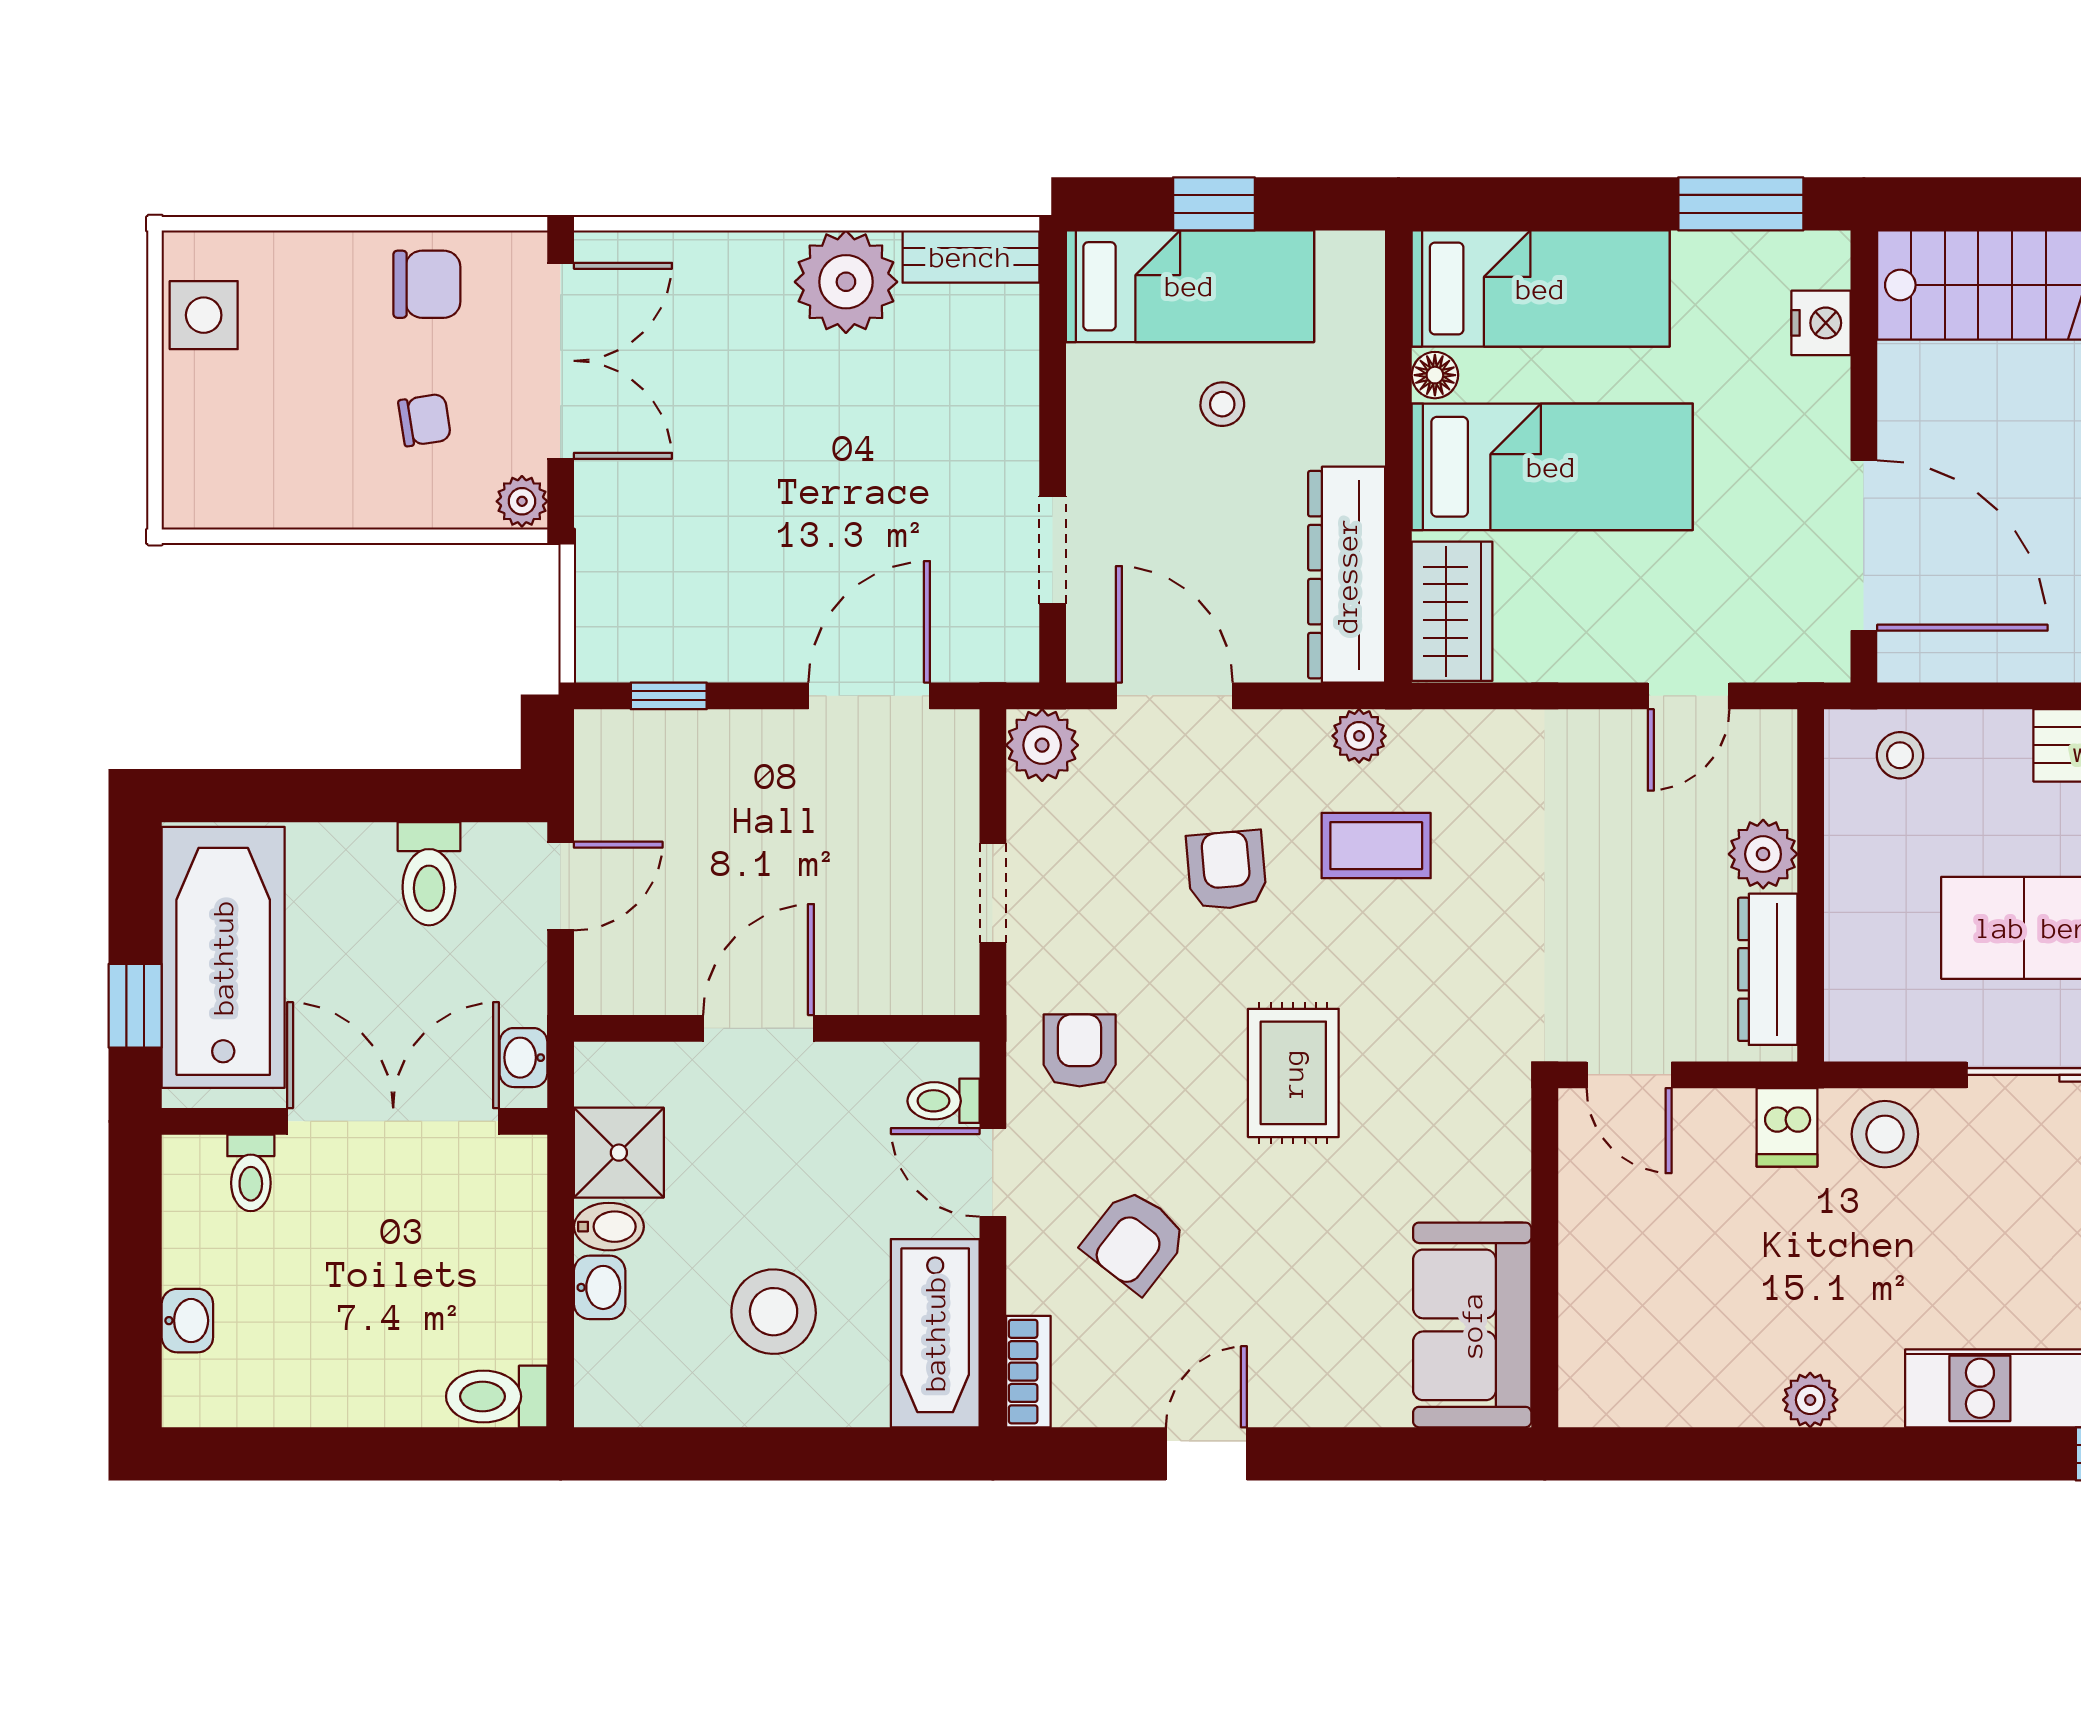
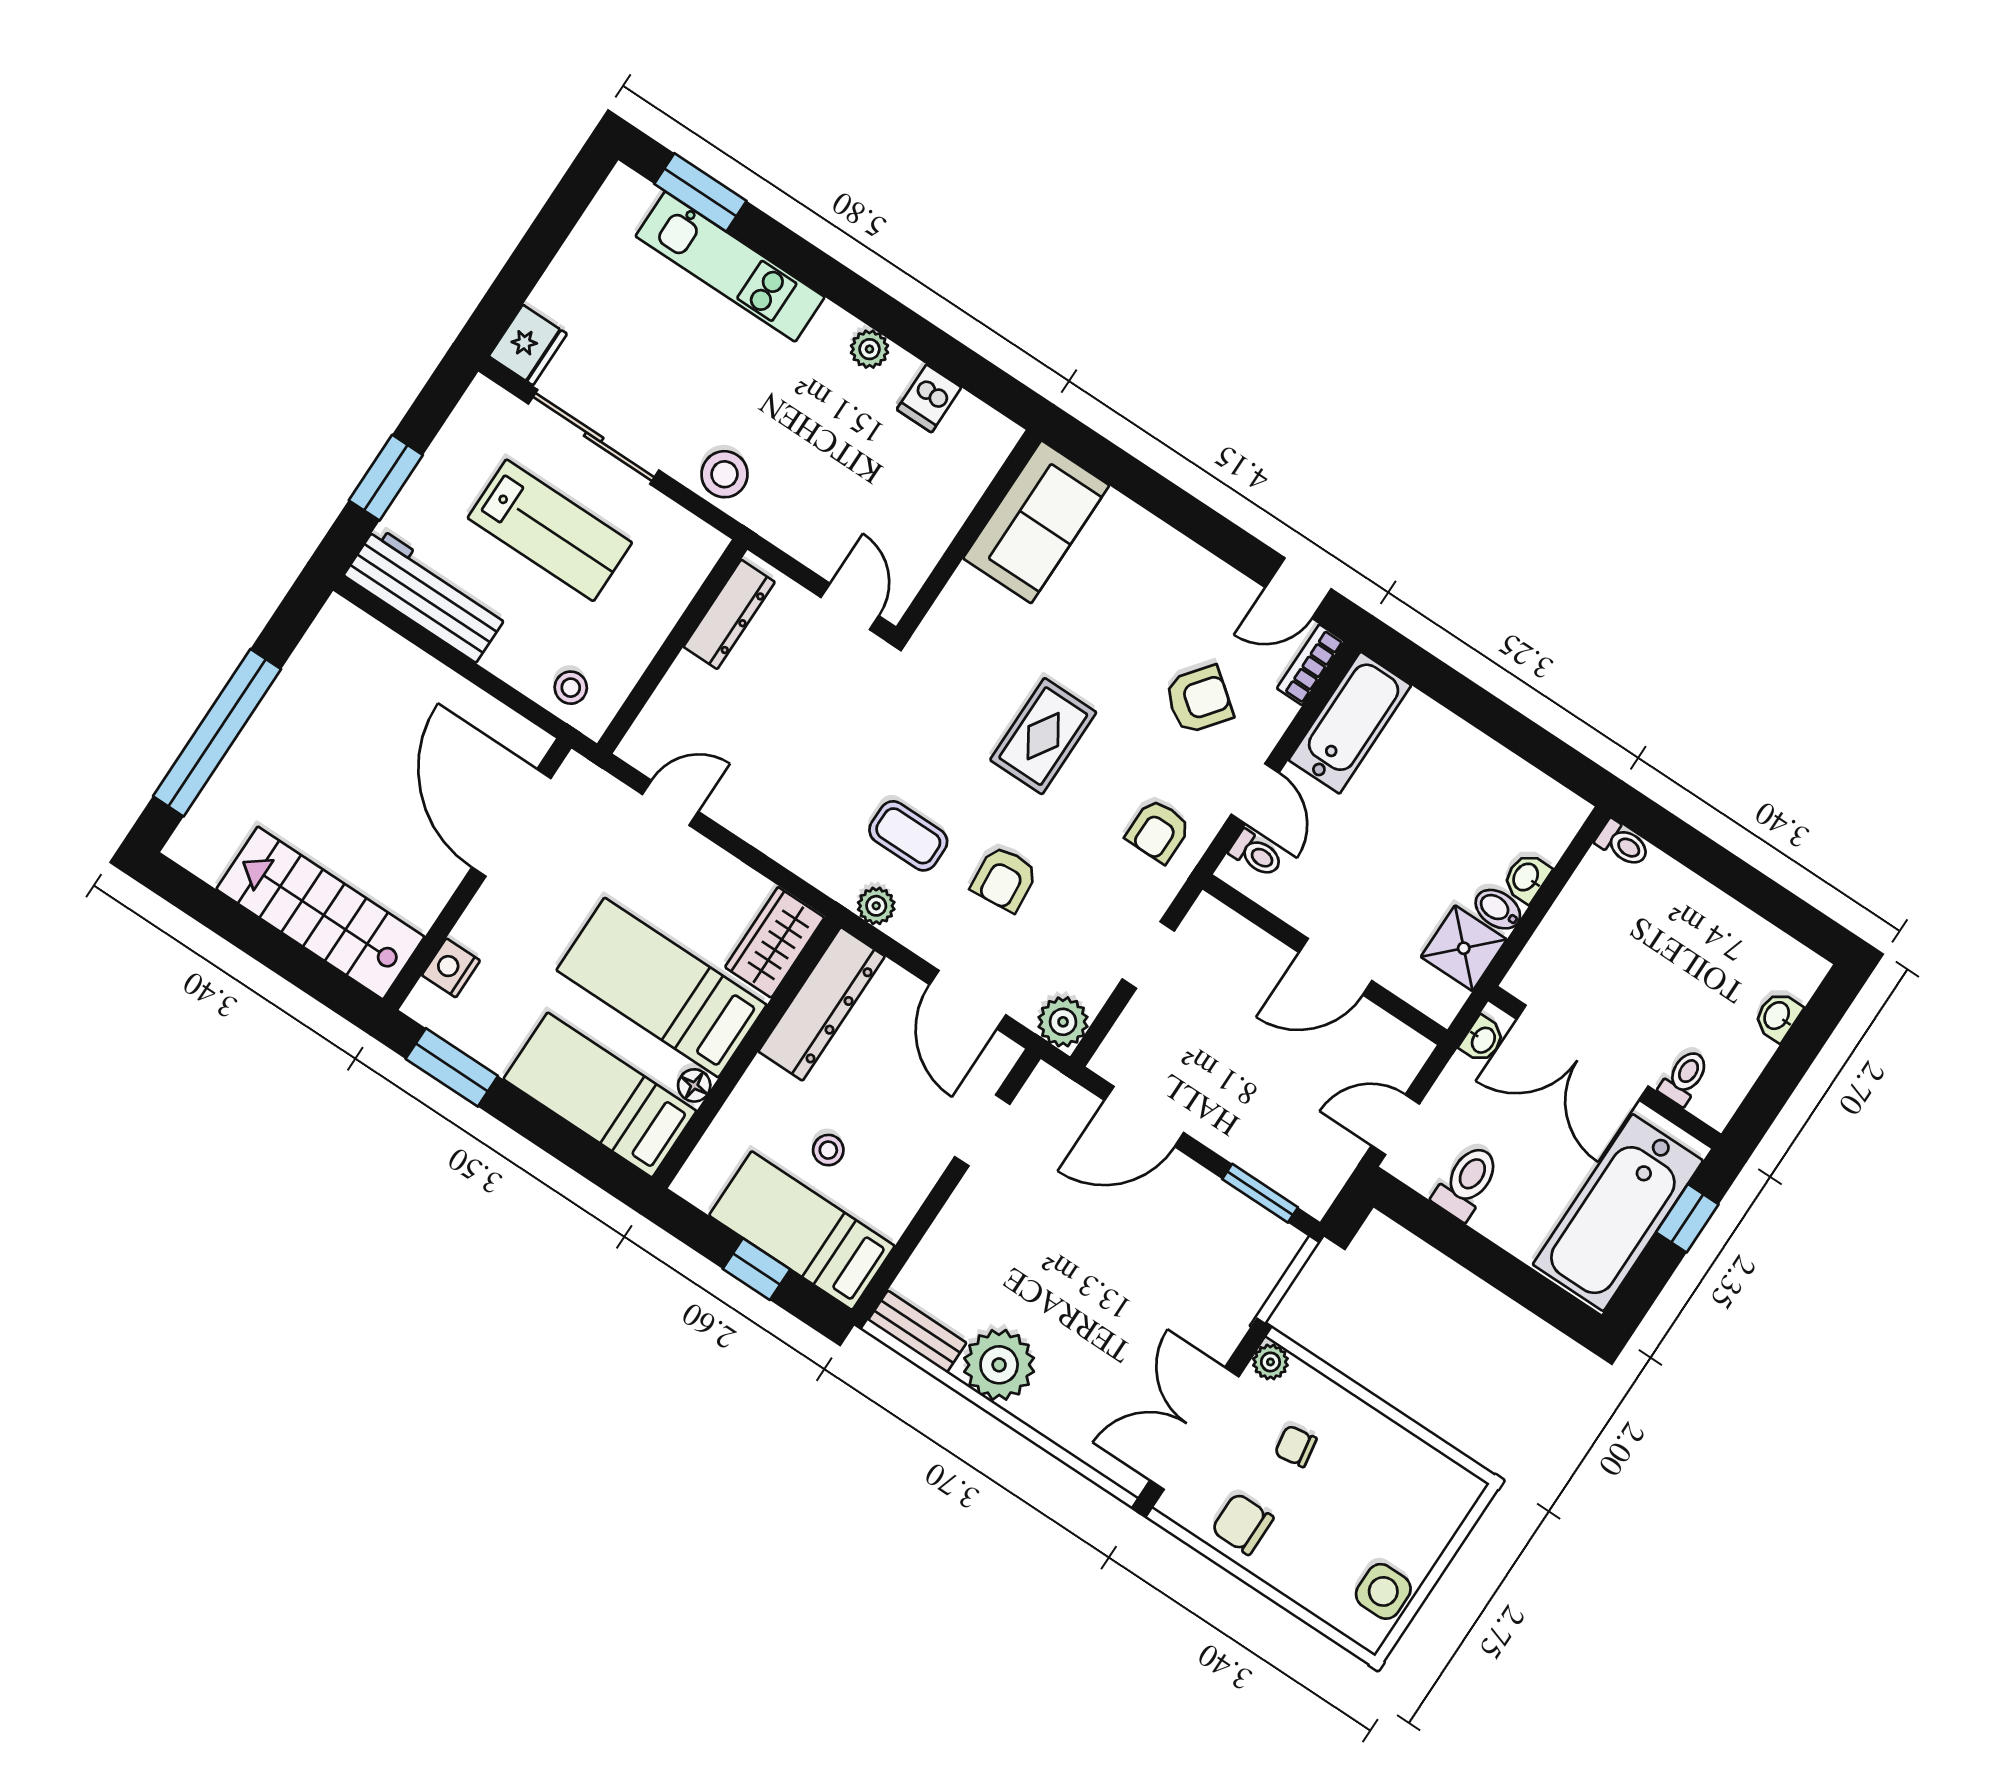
window: (669, 696) -> (1260, 1193), width x1.50
plant: (1763, 854) -> (688, 683), removed
dishwasher: (1787, 1127) -> (929, 398), moved, turned 180
stool: (774, 1312) -> (1435, 797), removed
toilet: (497, 1396) -> (1623, 844), width x0.73, depth x0.72
door: (1206, 1454) -> (1298, 588), moved

